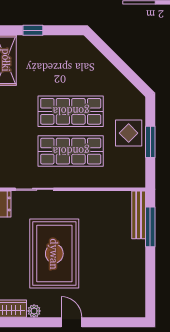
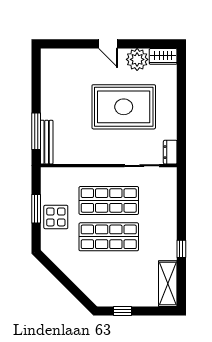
window: (33, 30) -> (122, 311), moved
rug: (54, 254) -> (124, 107), turned 90
plant: (34, 311) -> (137, 59), width x1.87, depth x1.87

